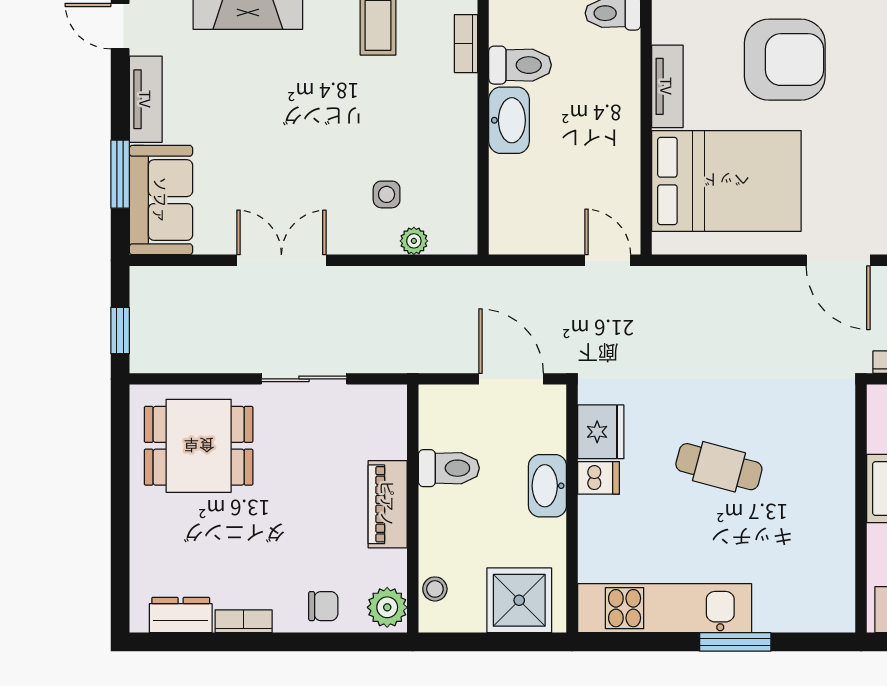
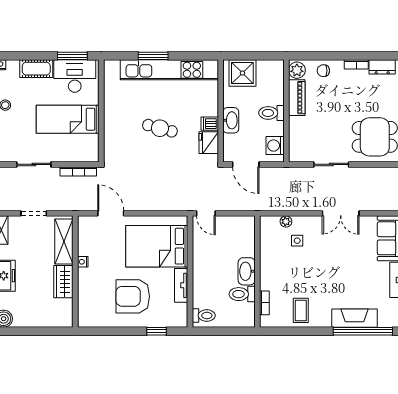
washing machine: (440, 425) -> (275, 146), added
toilet: (449, 468) -> (271, 113), moved
piano: (388, 504) -> (297, 98), moved
stool: (435, 589) -> (277, 78), removed
kitchen unit: (665, 608) -> (169, 70), width x1.36

